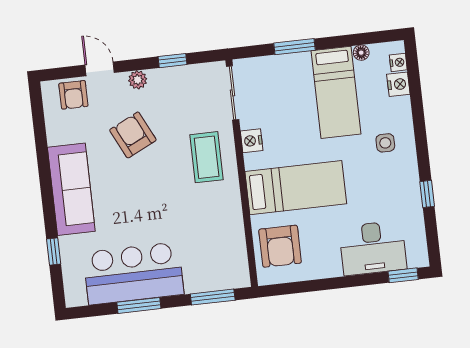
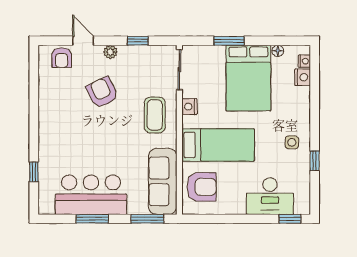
bed: (336, 92) -> (248, 78), width x1.50
side table: (385, 143) -> (292, 142), moved
sofa: (71, 189) -> (163, 181), moved, turned 180
armchair: (280, 246) -> (202, 187), turned -90

